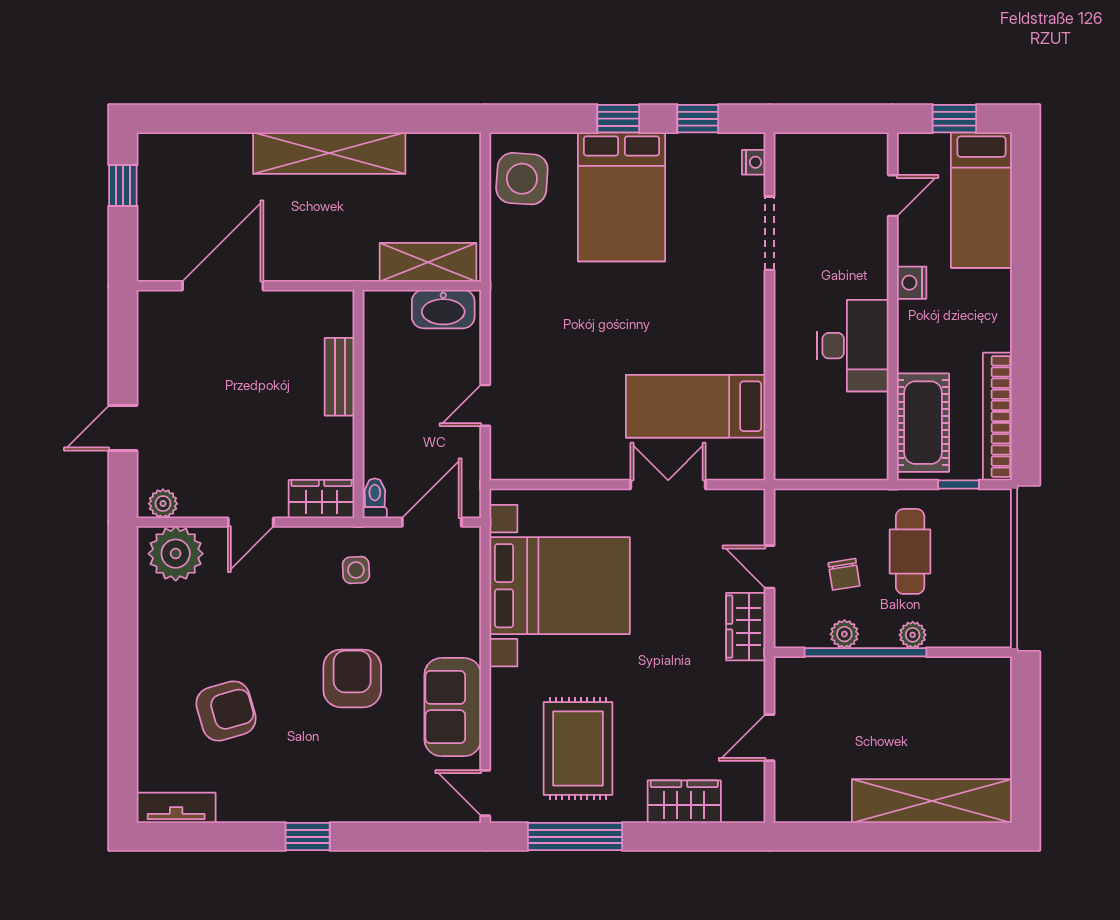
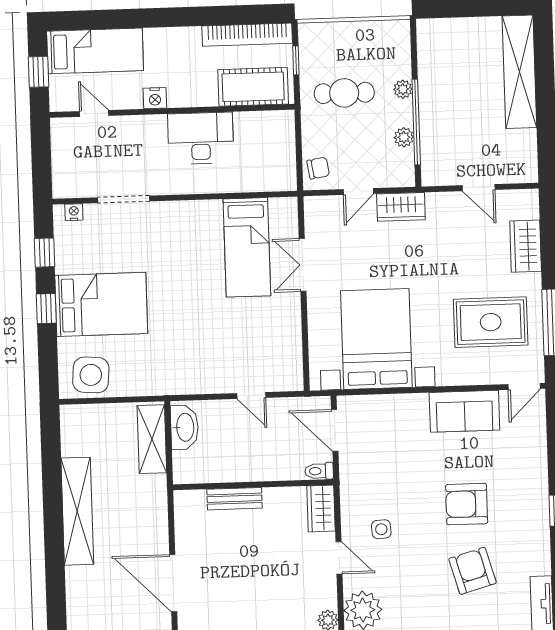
side table: (356, 570) -> (381, 529), moved
chair: (844, 574) -> (318, 168), moved
armchair: (352, 678) -> (467, 504), moved

